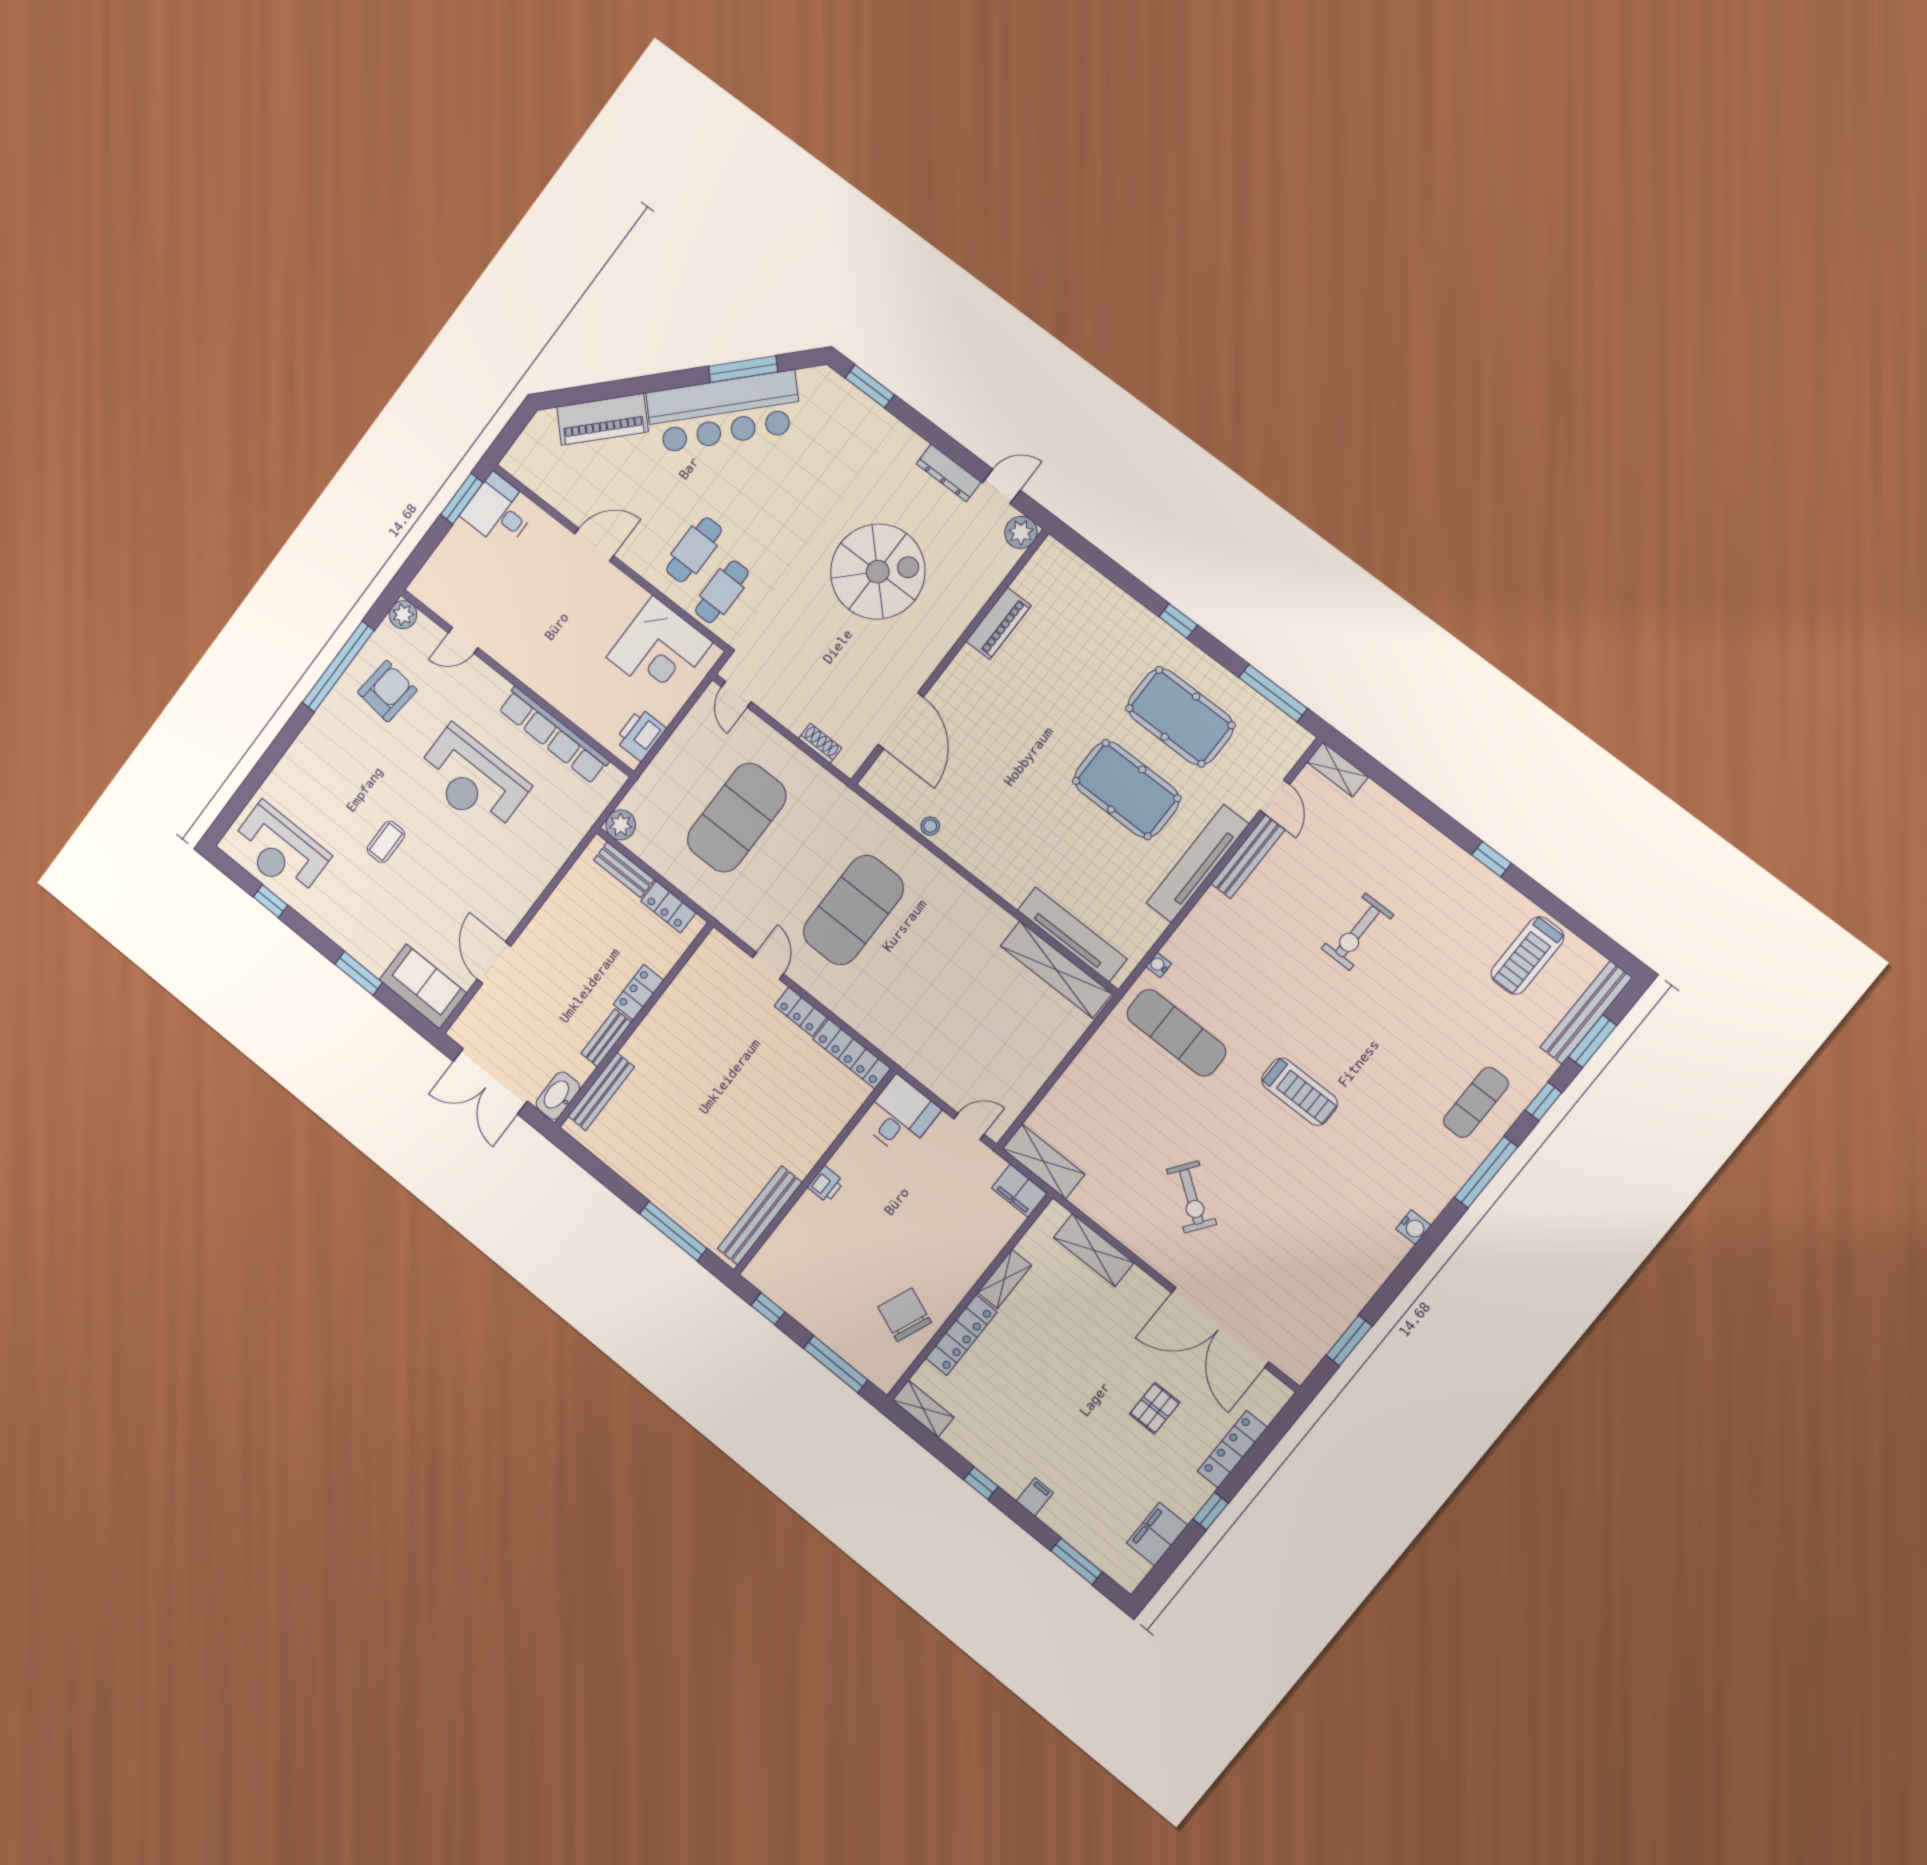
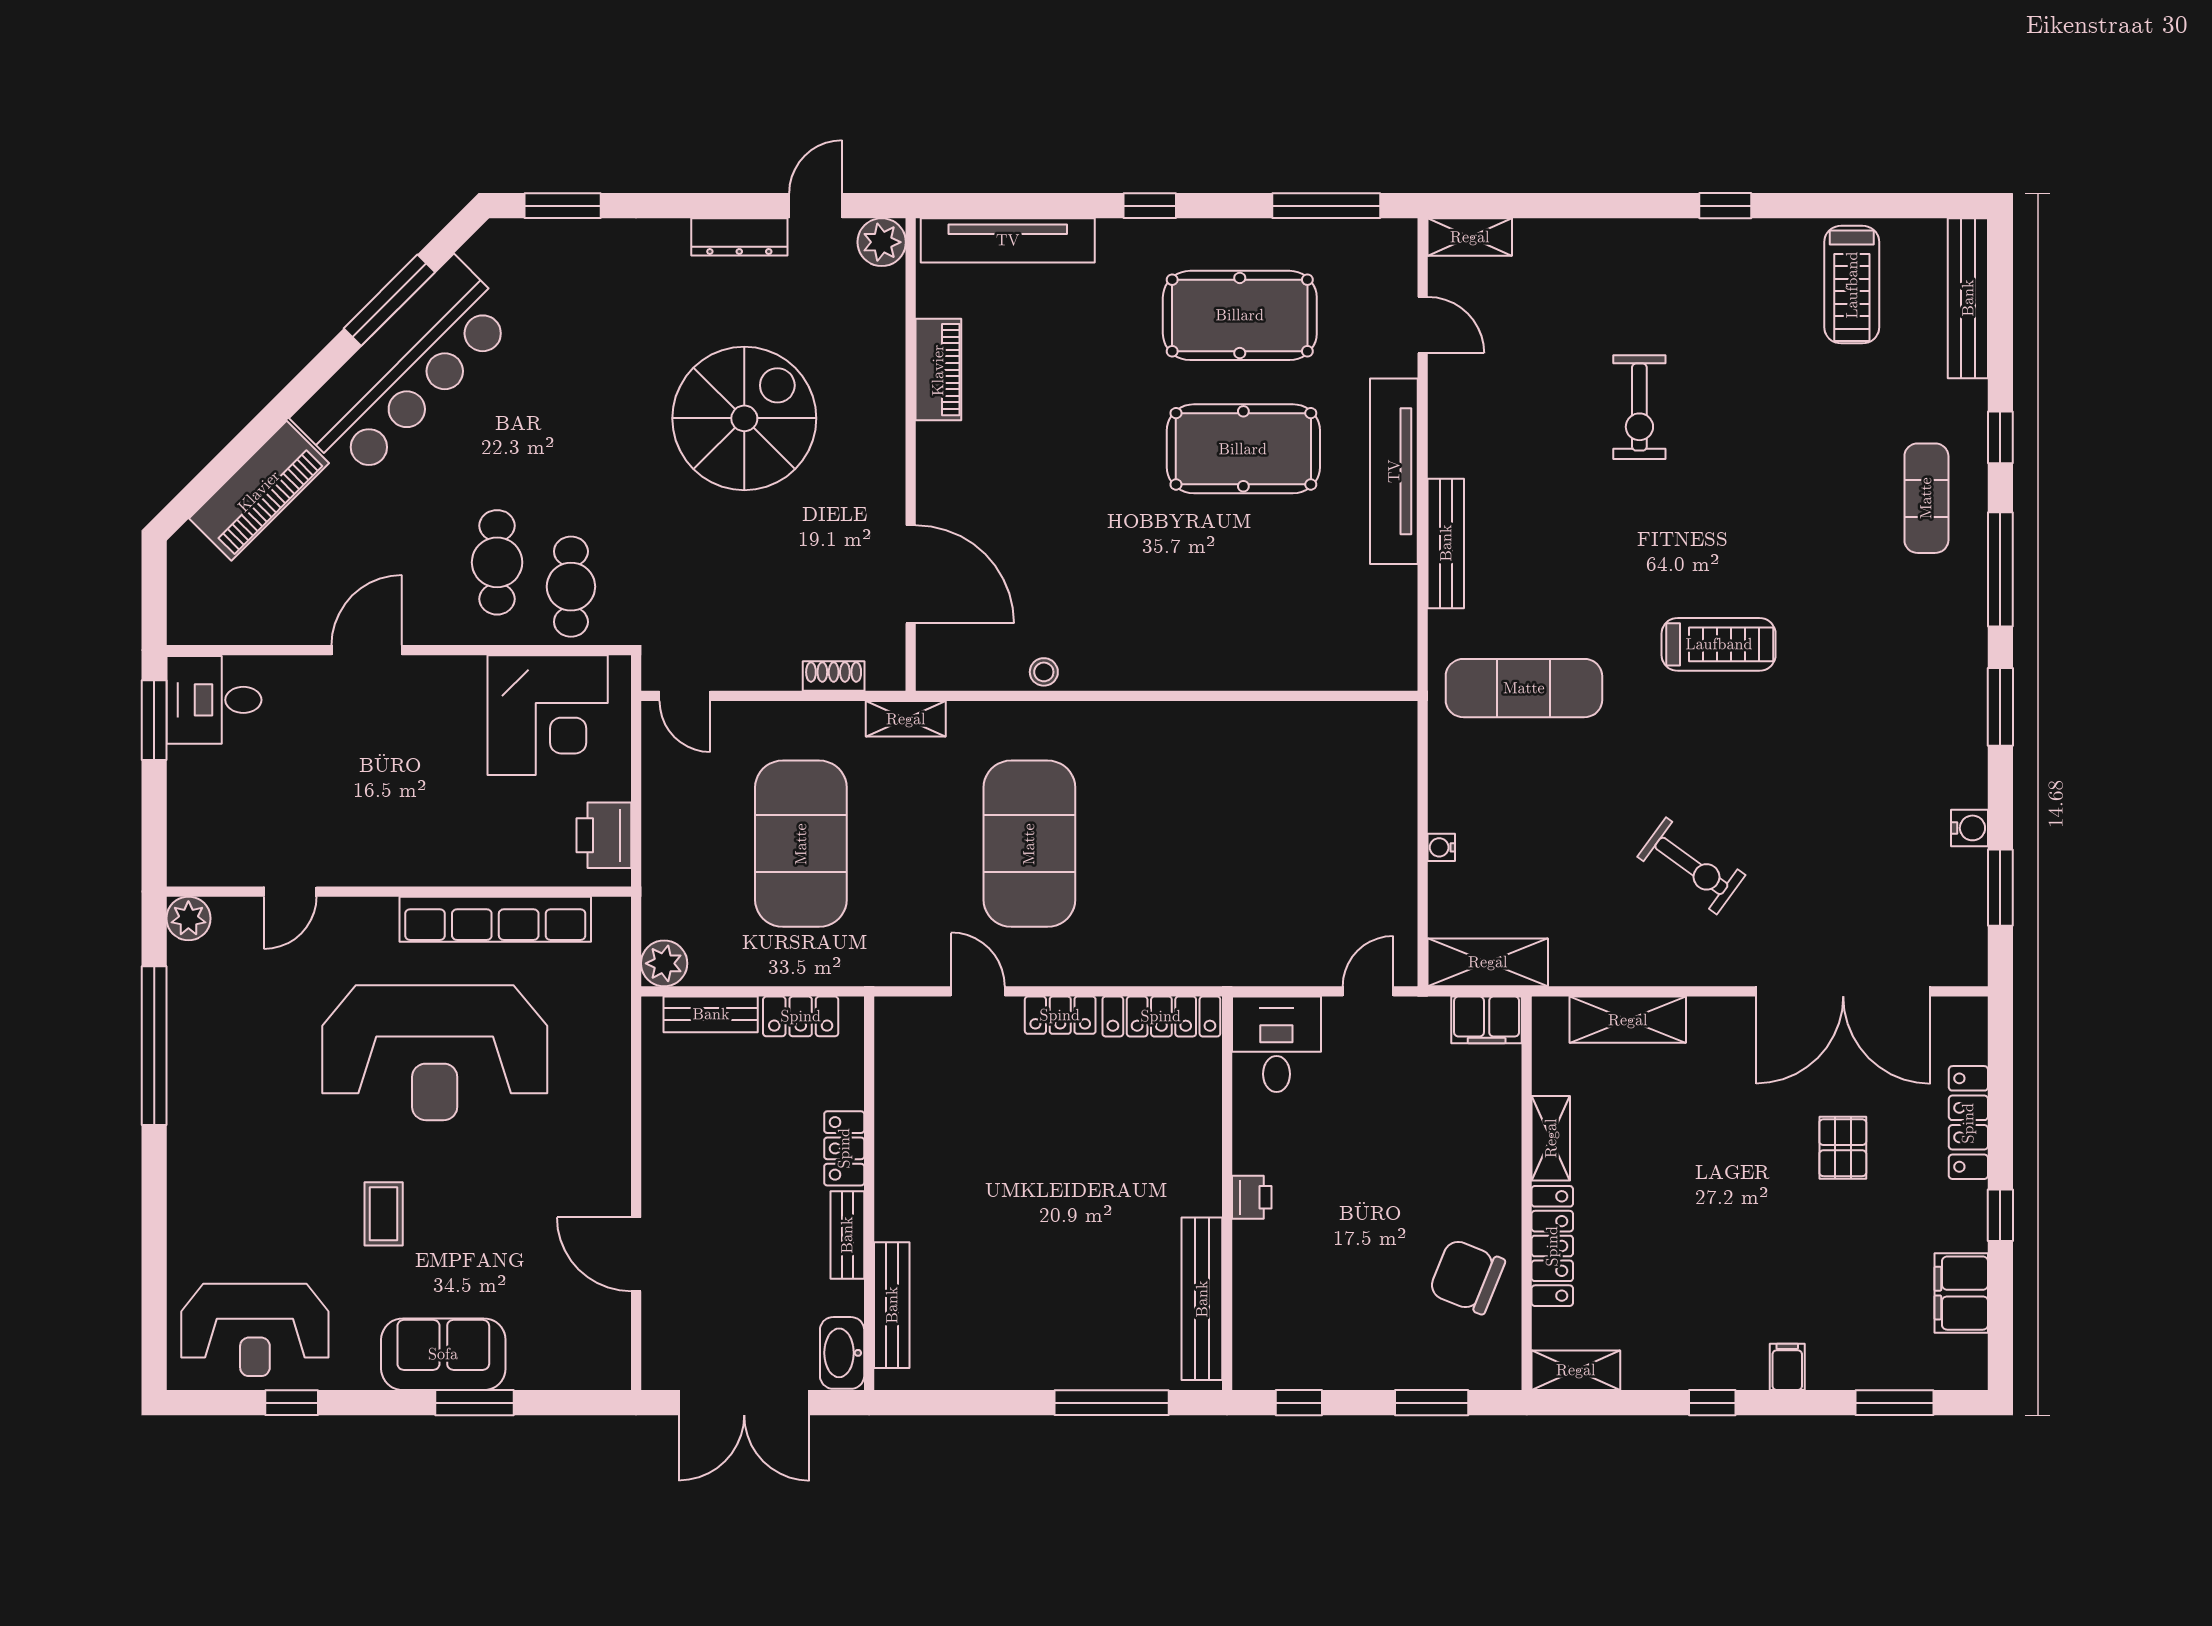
armchair: (387, 691) -> (241, 1028), removed
reception desk: (472, 780) -> (435, 1053), width x1.36, depth x1.30
bench: (1248, 857) -> (1446, 543), moved
tv unit: (1072, 935) -> (1008, 240), moved, turned 180
water cooler: (1159, 965) -> (1441, 847), moved
shelving: (1056, 970) -> (906, 719), moved, width x0.45, depth x0.75
sofa: (423, 987) -> (443, 1354), moved
window: (1592, 1041) -> (2000, 707), moved
water cooler: (1413, 1227) -> (1970, 828), moved
window: (836, 1364) -> (1432, 1403), width x0.69

